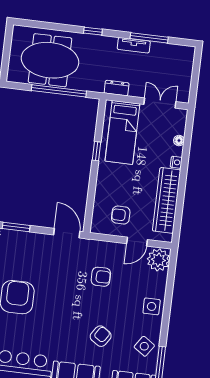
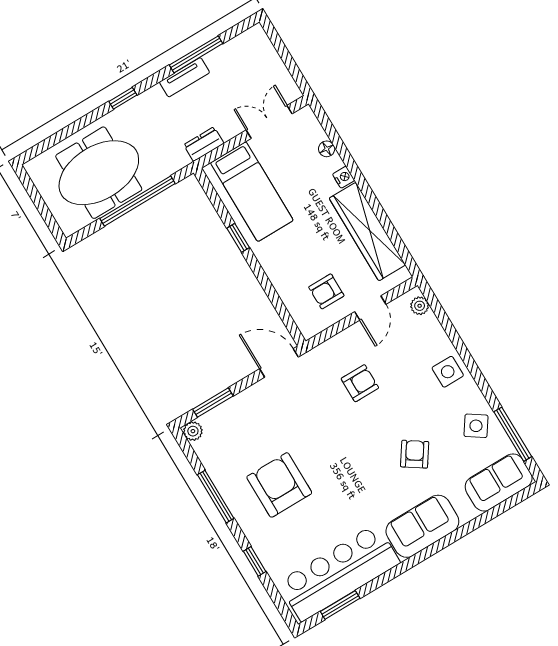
plant: (158, 260) -> (420, 306), width x0.53, depth x0.53

